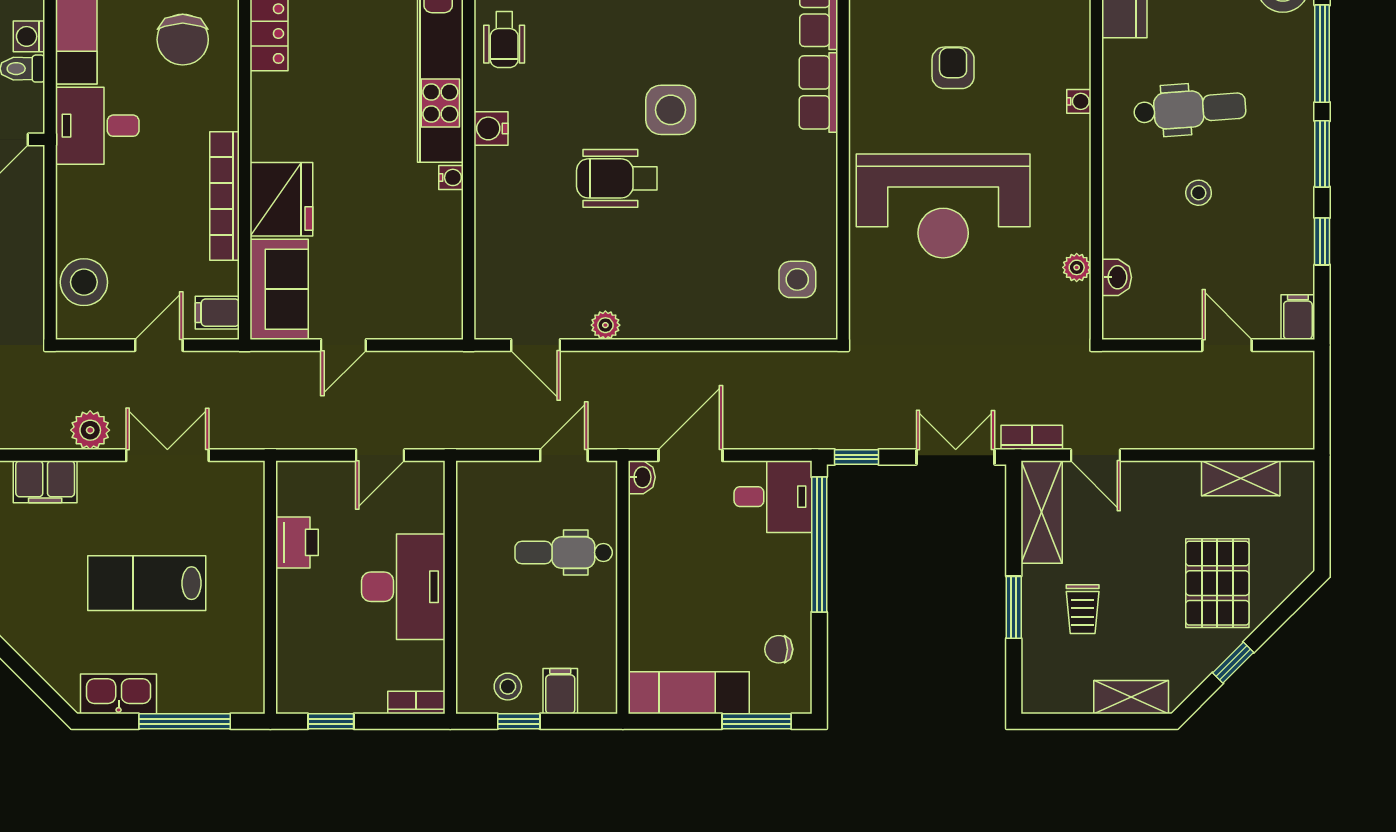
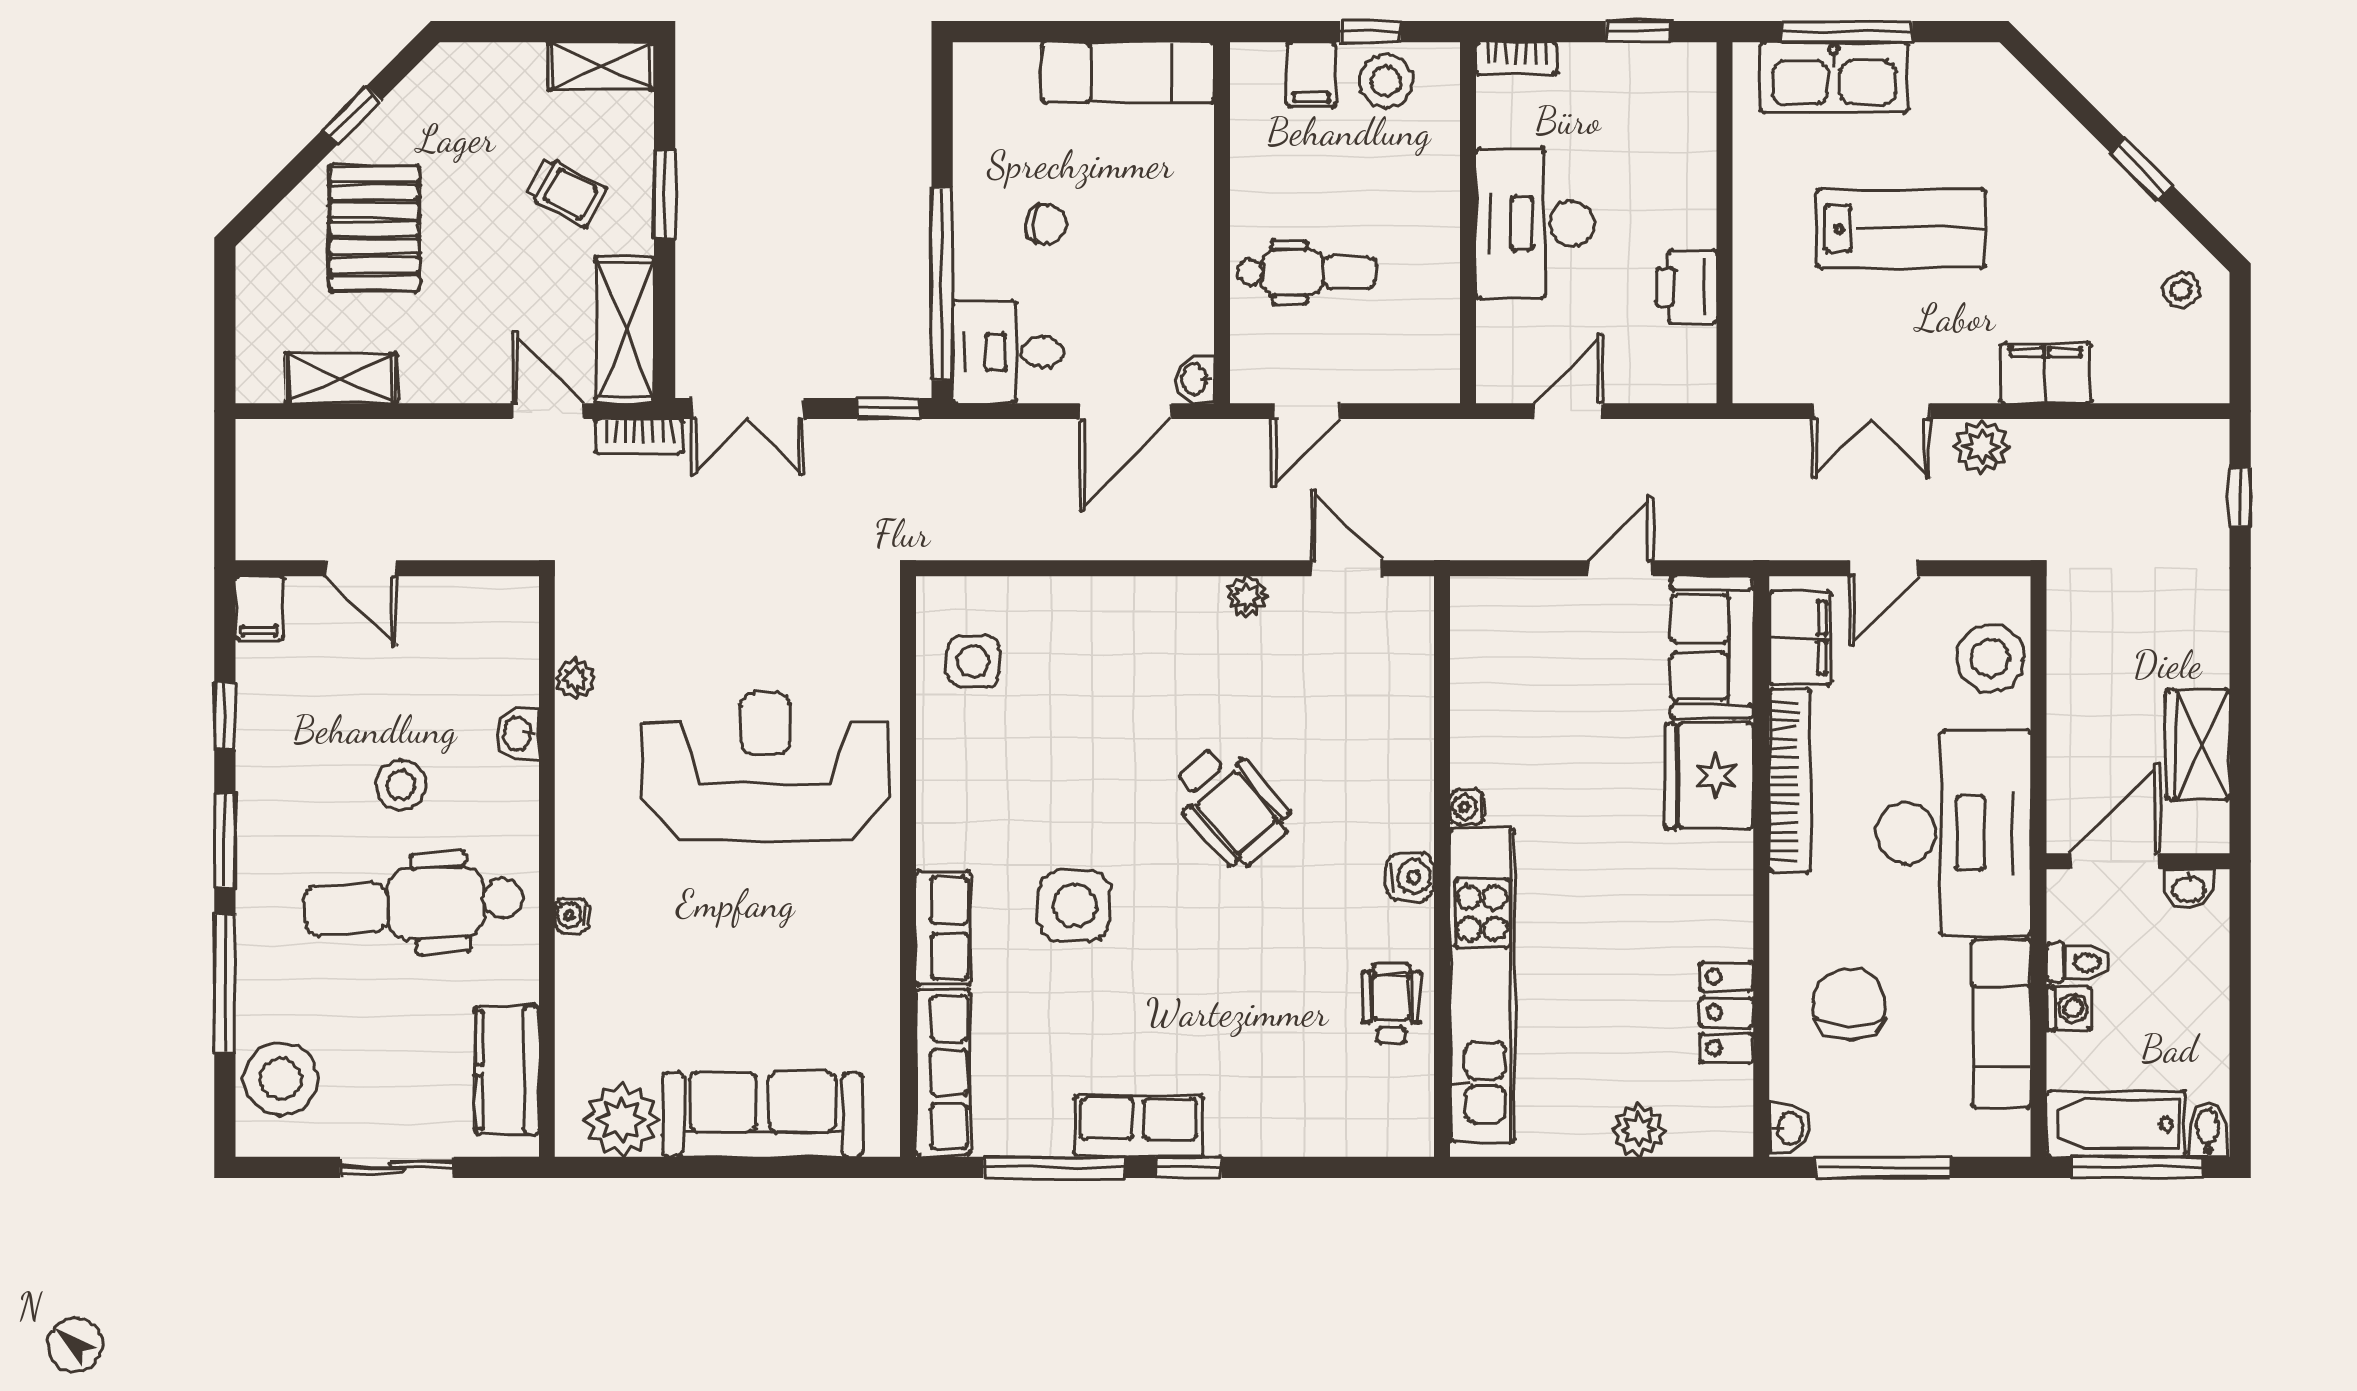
armchair: (953, 68) -> (751, 963), removed
dental chair: (1190, 109) -> (413, 904), width x1.36, depth x1.38
side table: (671, 110) -> (1074, 906), moved
desk: (97, 126) -> (1954, 833), width x1.87, depth x1.30
wheelchair: (617, 178) -> (1231, 806), turned 49
stool: (1199, 193) -> (401, 785), width x1.37, depth x1.37
washbasin: (1117, 277) -> (518, 734), moved
filing cabinet: (217, 313) -> (1800, 638), width x2.00
trolley: (1083, 609) -> (566, 192), turned 118
chair: (779, 649) -> (1046, 225), moved
stool: (508, 687) -> (1386, 81), width x1.37, depth x1.37
kitchen sink: (119, 694) -> (1834, 78), moved, width x1.36, depth x1.24
shelving: (1131, 697) -> (601, 66), moved
window: (757, 721) -> (1031, 32), removed

